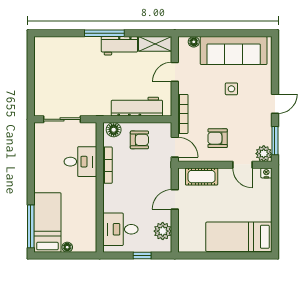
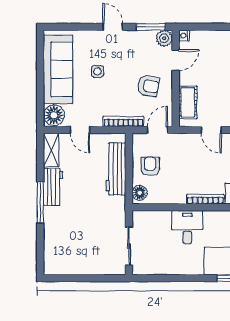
floor lamp: (194, 42) -> (54, 115), width x1.89, depth x1.89
armchair: (218, 138) -> (148, 86), turned -80
desk: (80, 162) -> (187, 227), moved
bookcase: (107, 165) -> (205, 199), moved

